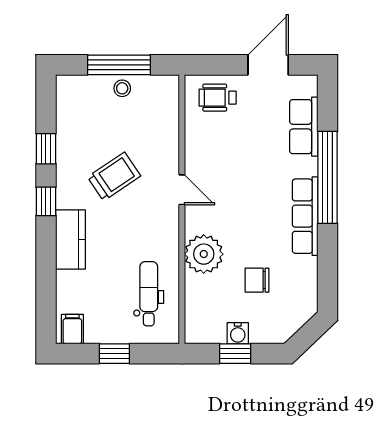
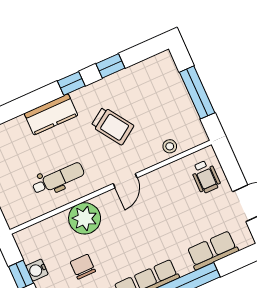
stool: (122, 88) -> (170, 146), moved
wheelchair: (218, 98) -> (206, 177), turned 180
dental chair: (149, 294) -> (58, 179), moved

